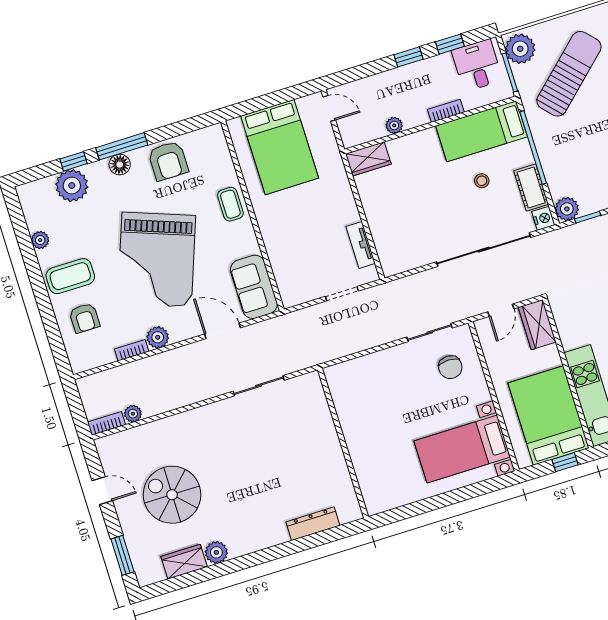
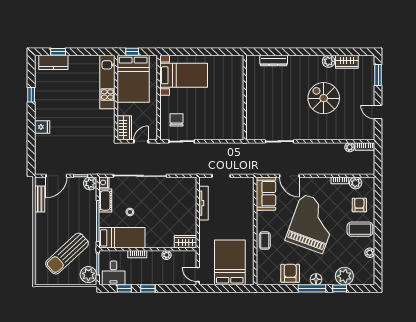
tv unit: (361, 245) -> (203, 203), width x1.41
plant: (158, 337) -> (356, 183), moved
spiral stairs: (172, 495) -> (324, 98), moved, turned 180

